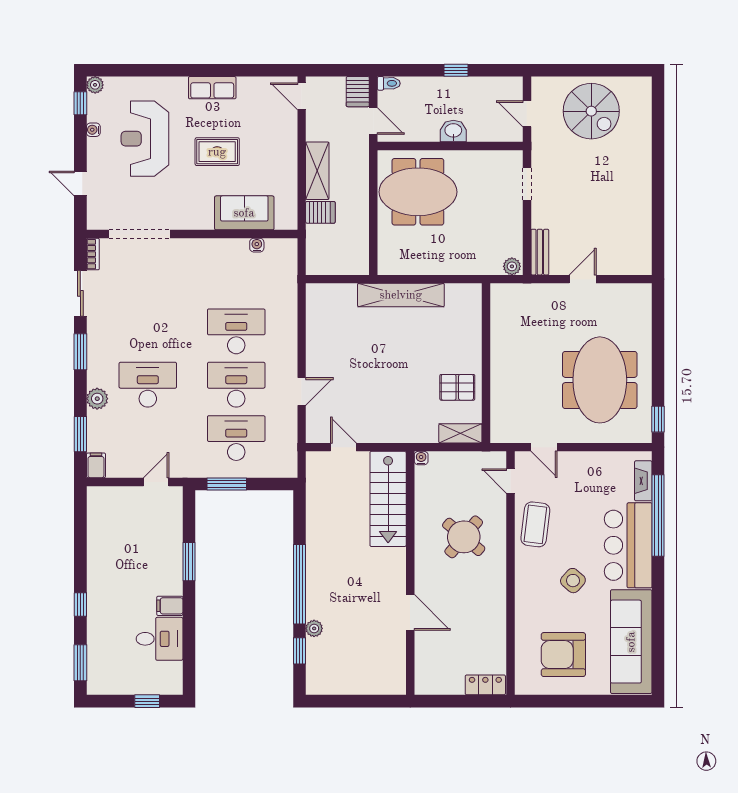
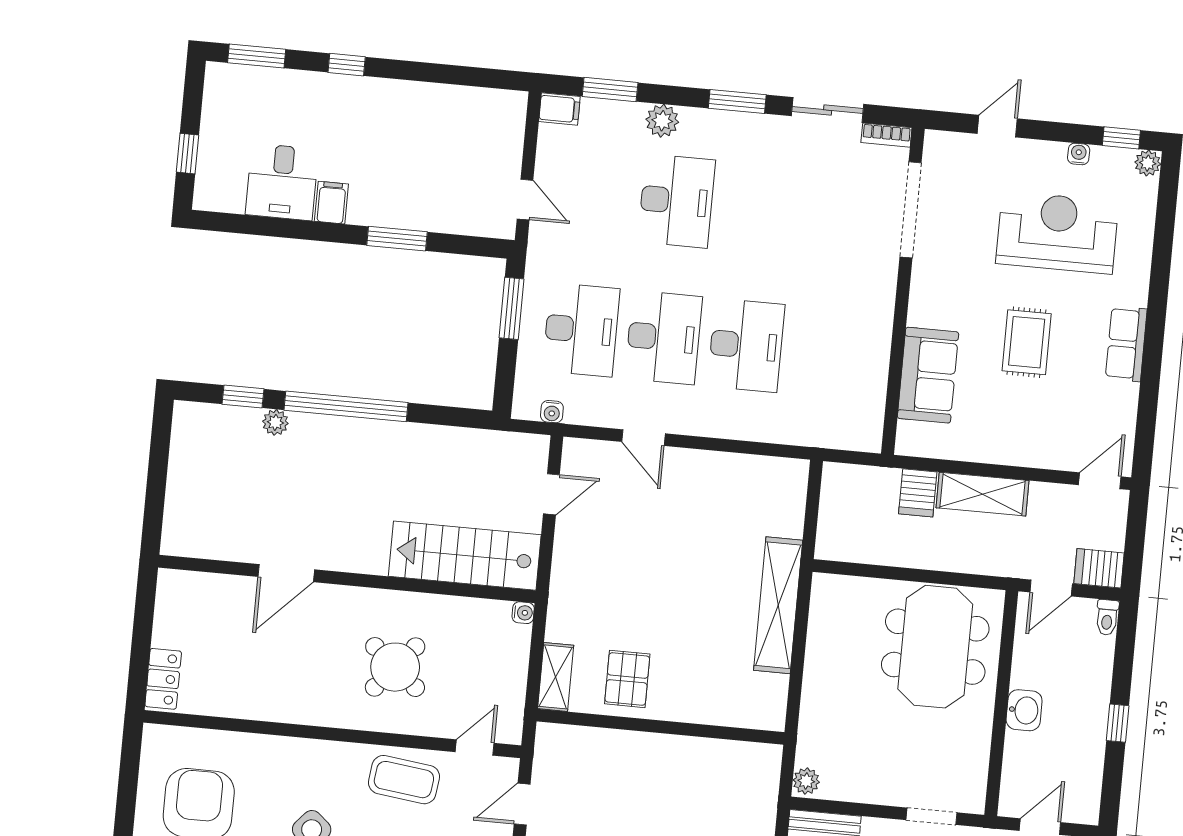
water cooler: (257, 245) -> (552, 412), moved, turned 90

